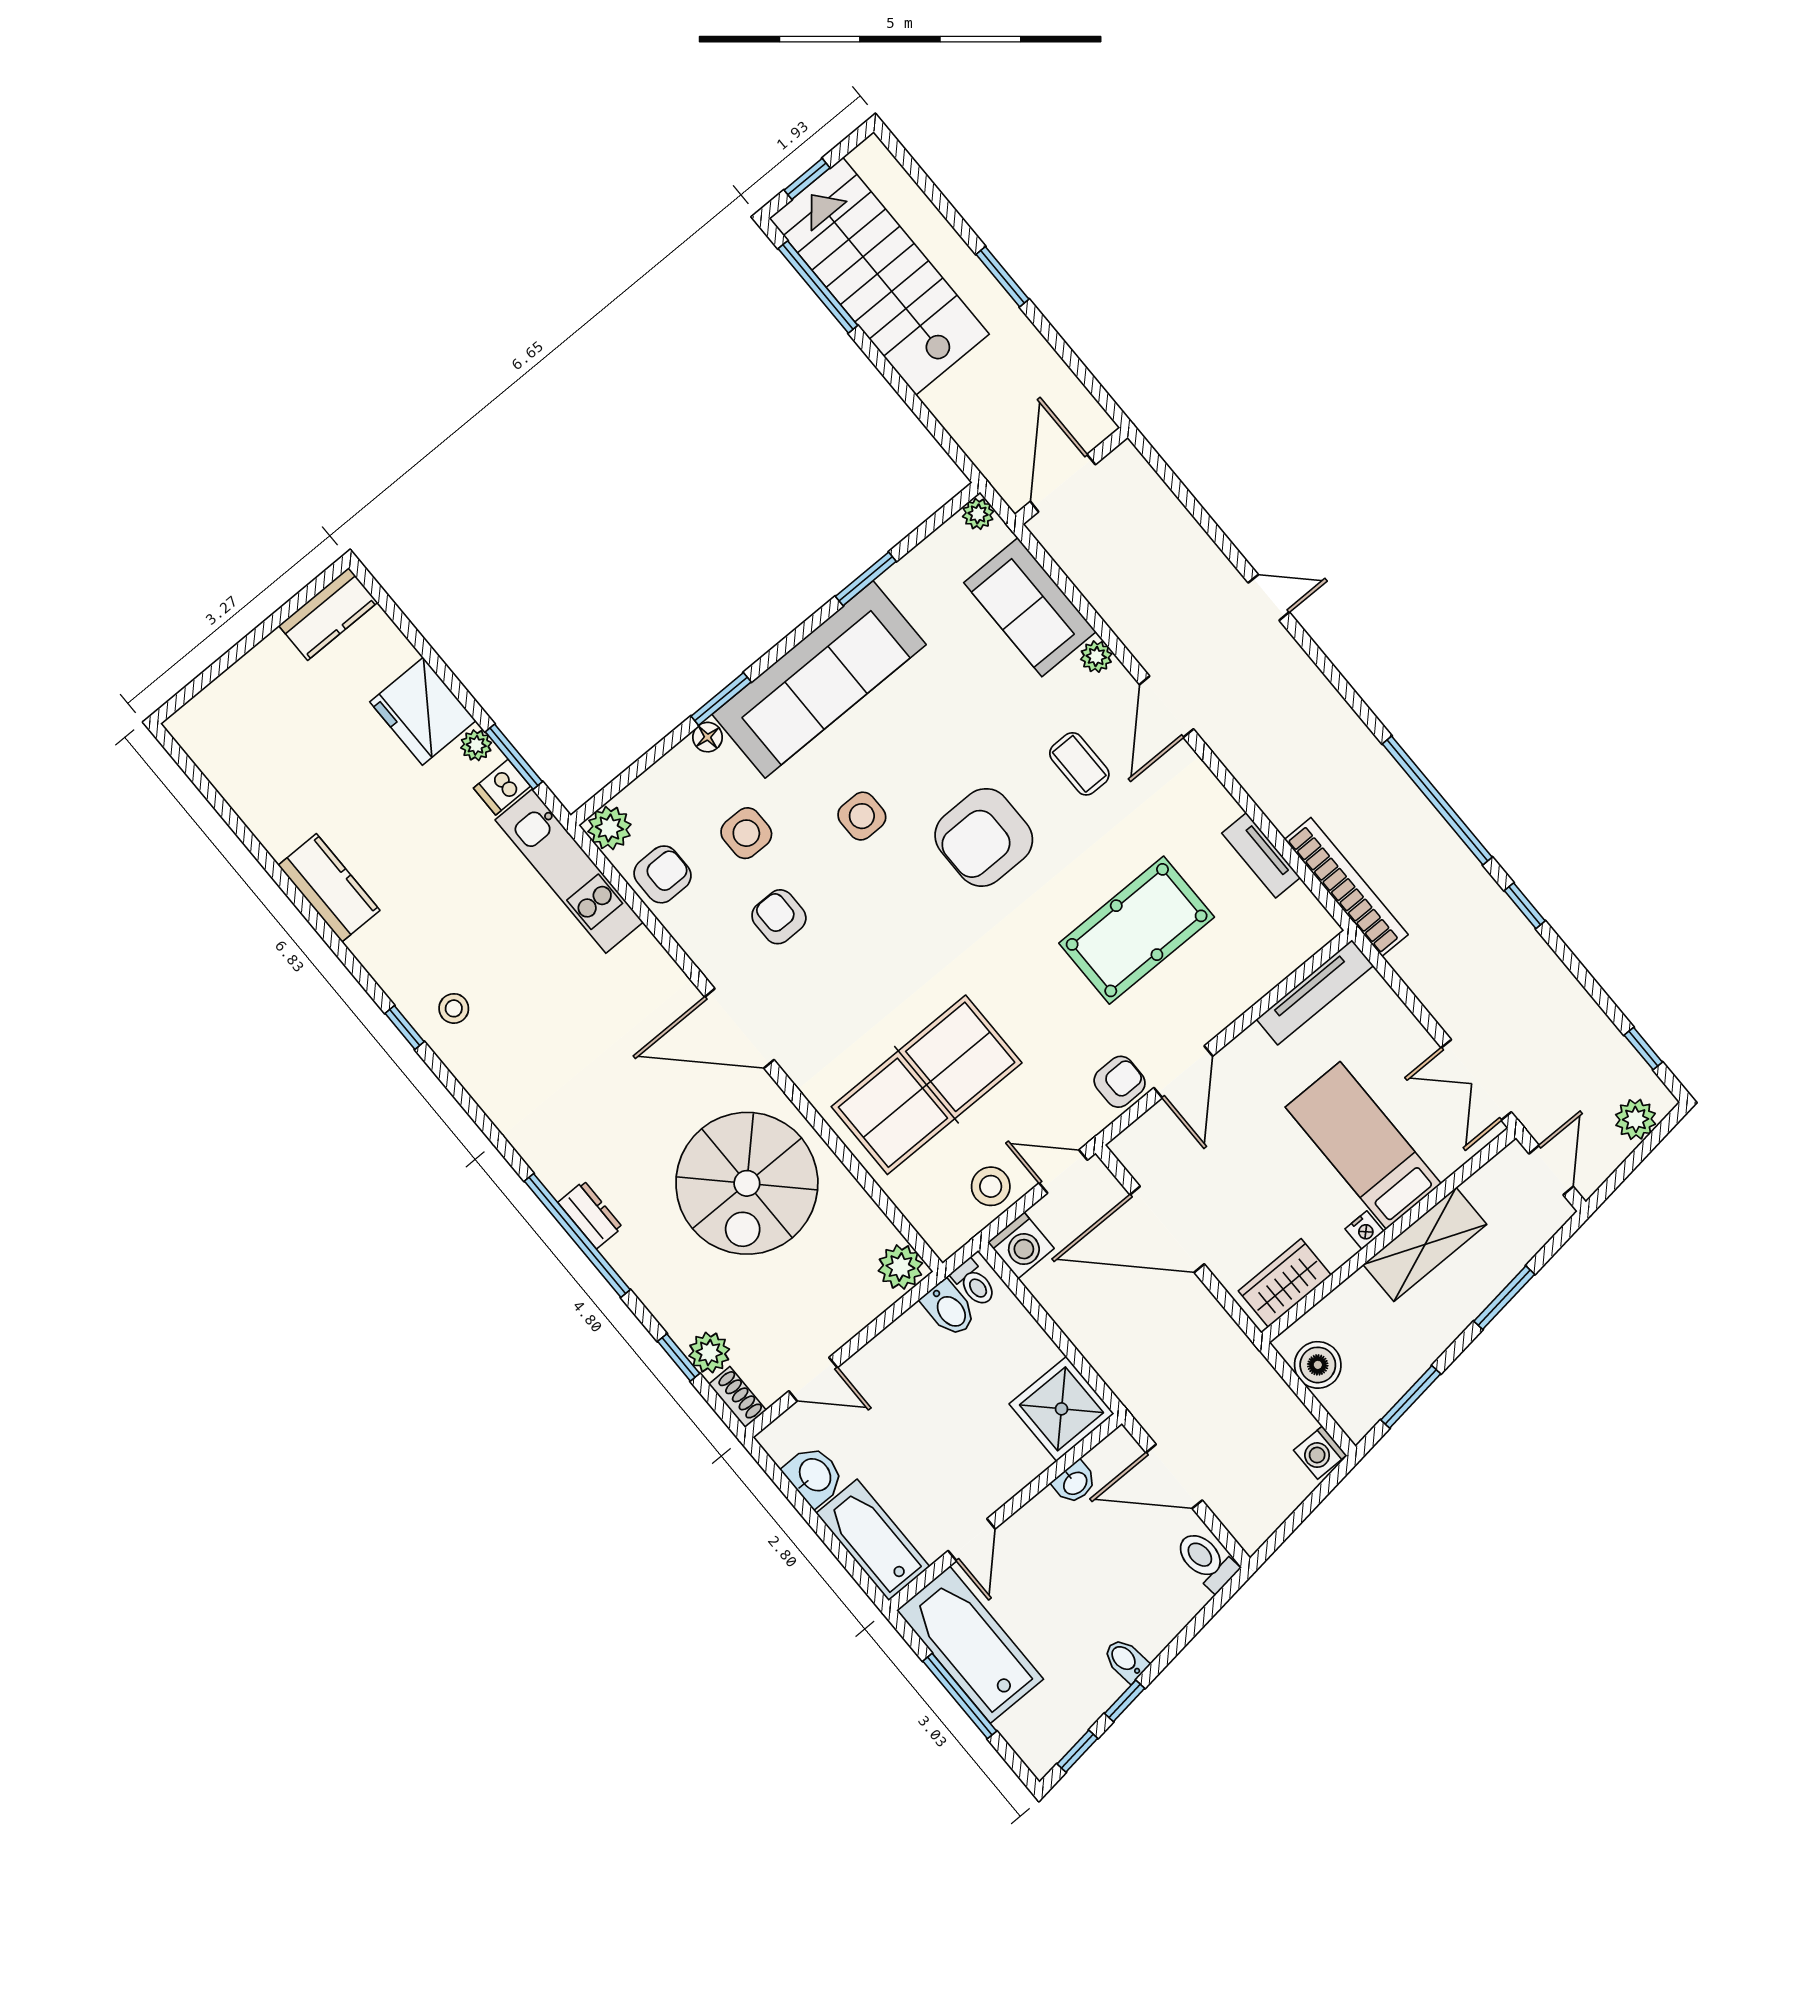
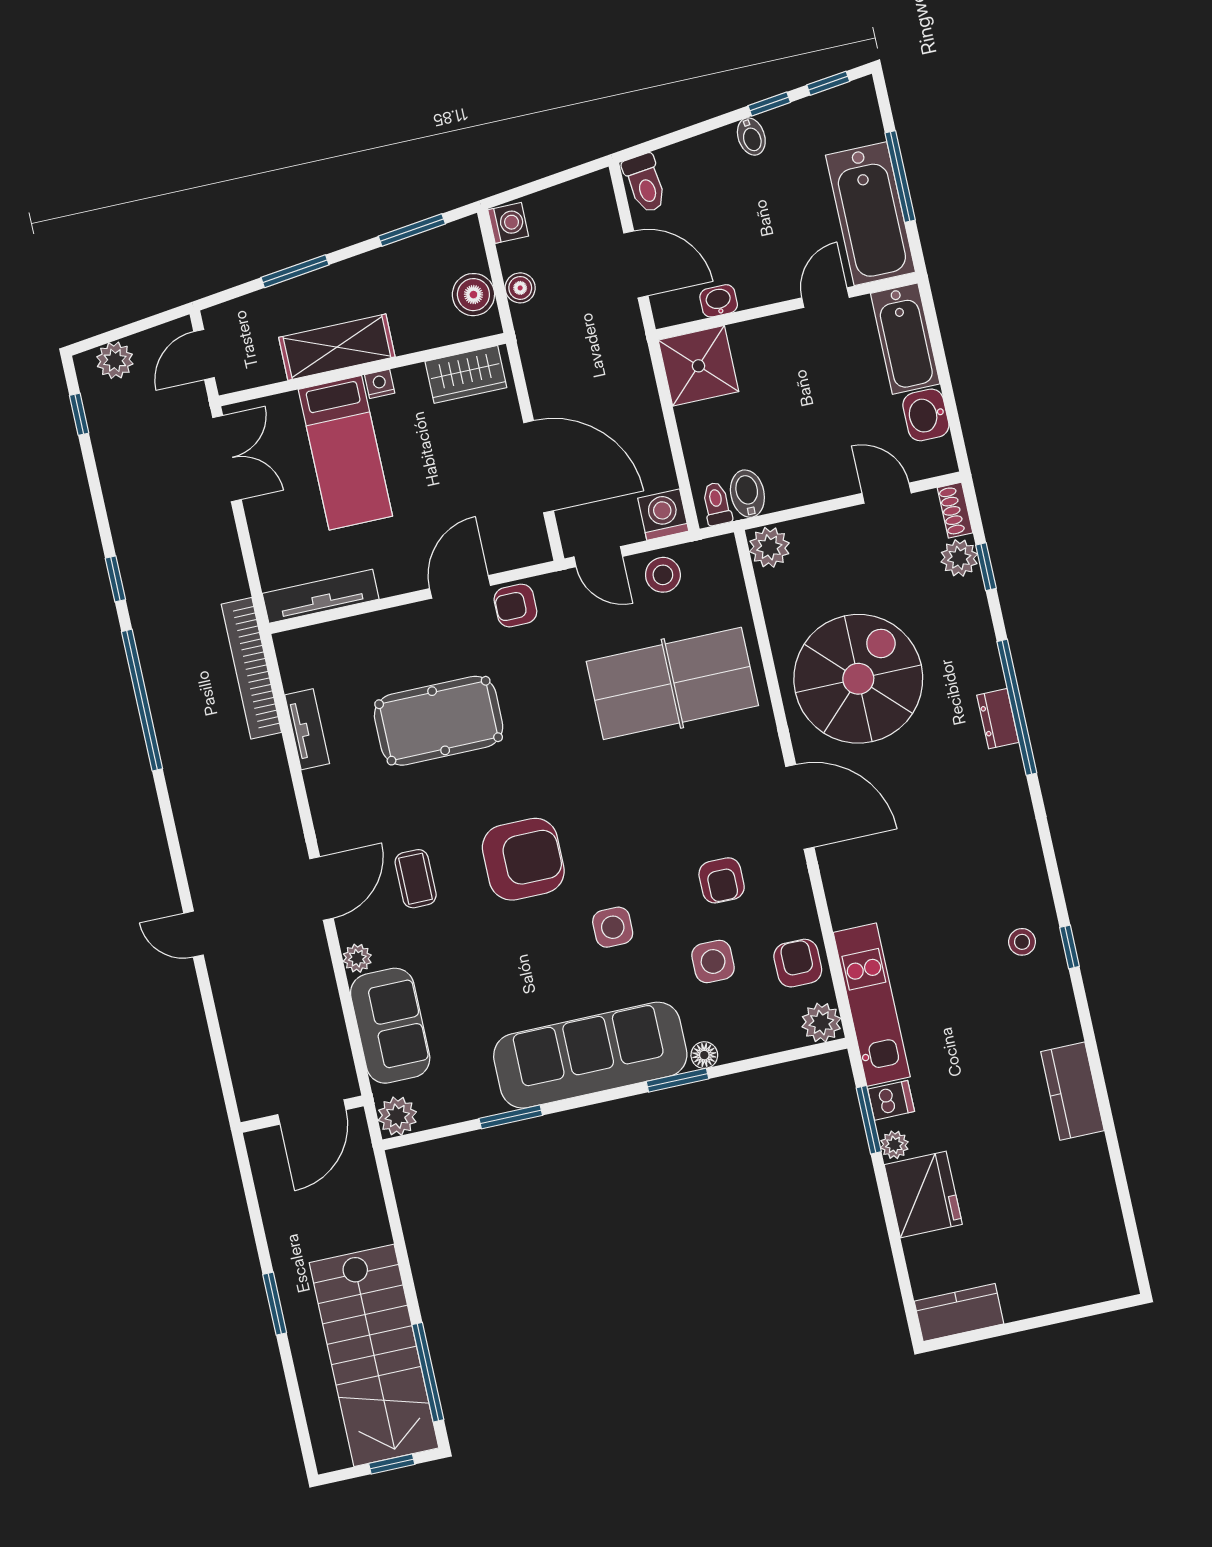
plant: (978, 514) -> (397, 1116), width x1.38, depth x1.38
armchair: (663, 874) -> (798, 963), turned 90
boiler: (1275, 1395) -> (520, 288), added

